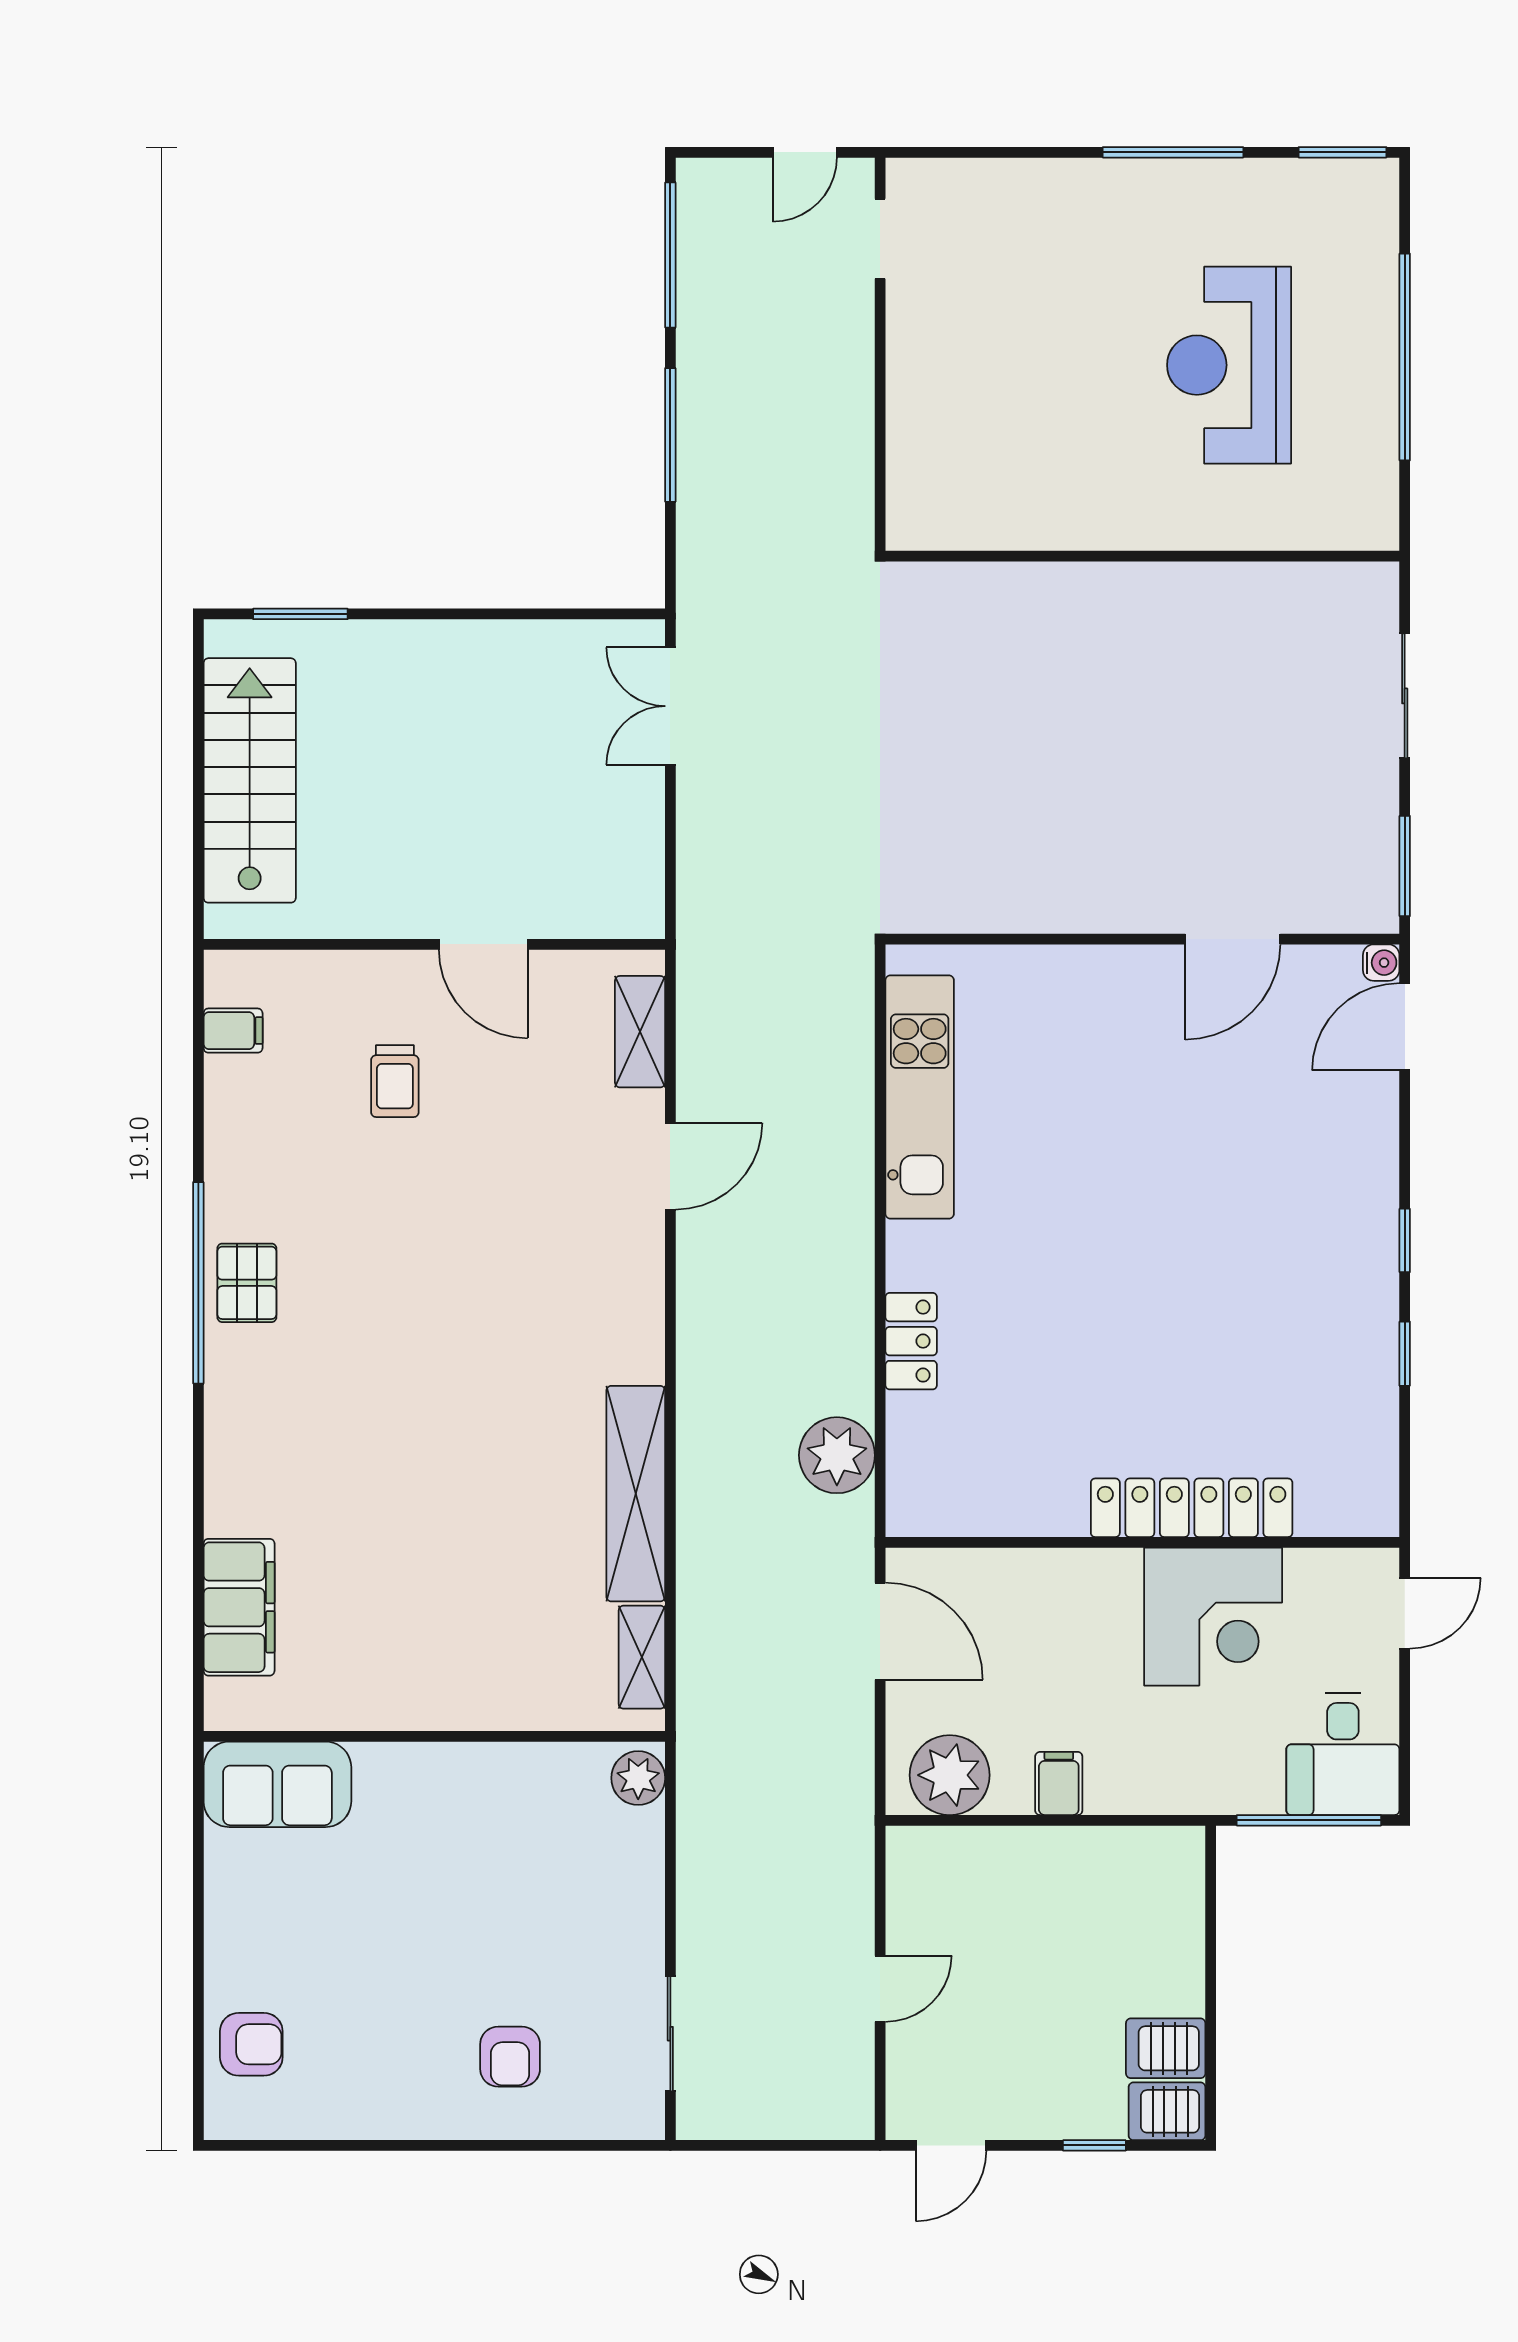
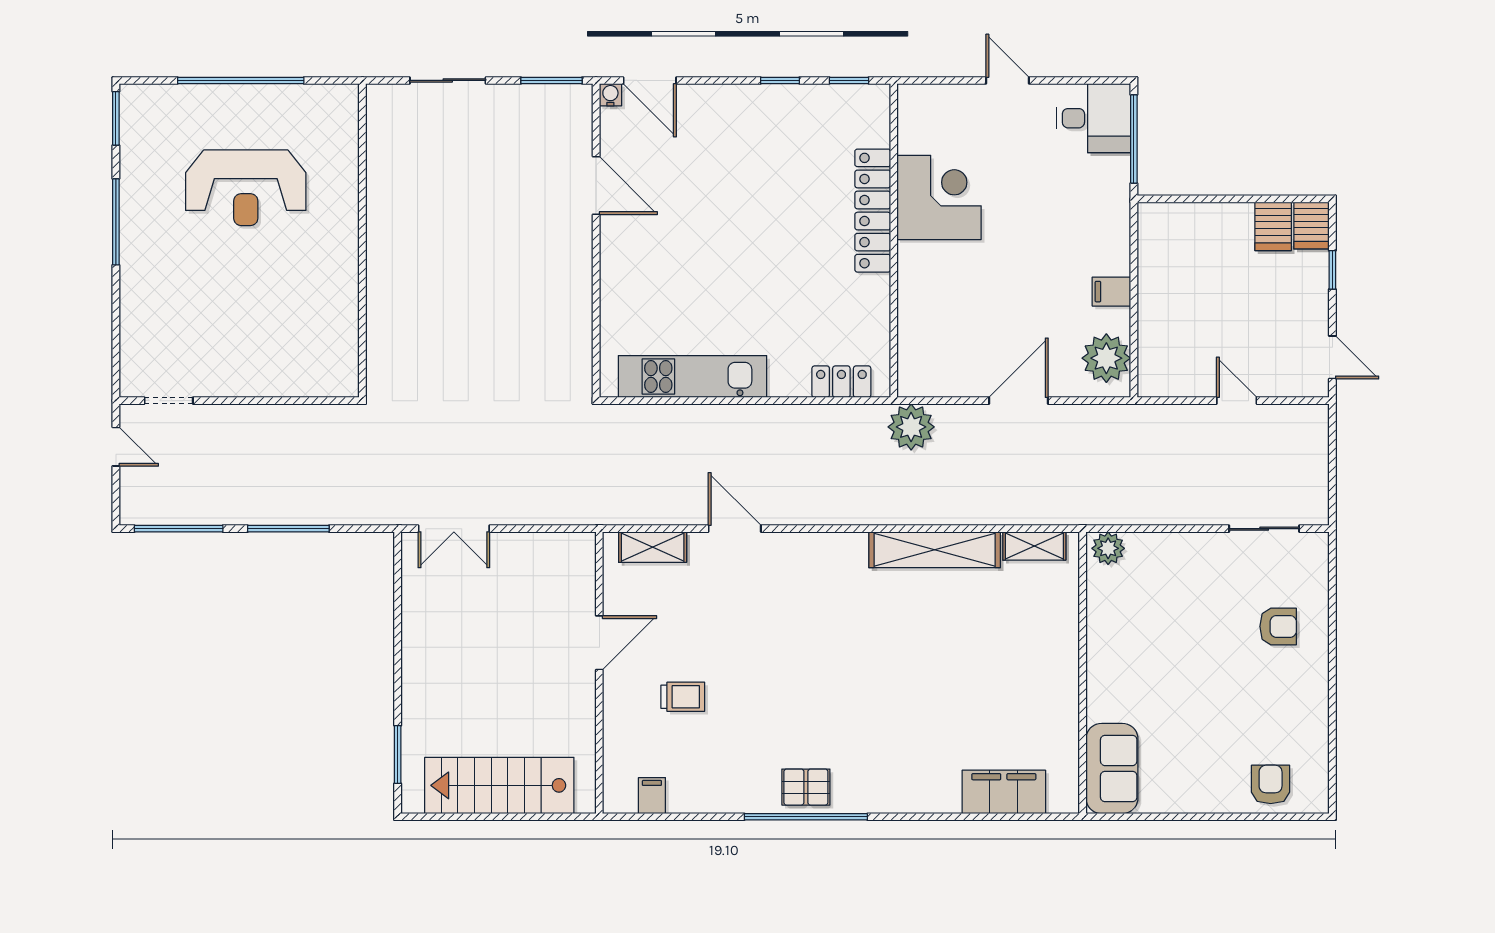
locker: (1192, 1508) -> (873, 211), moved
wall: (1142, 1542) -> (894, 241), moved
corner desk: (1213, 1617) -> (939, 197), moved

